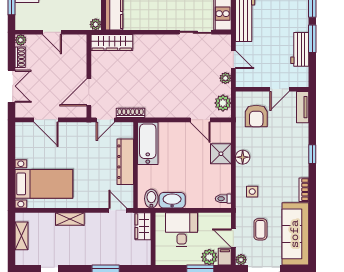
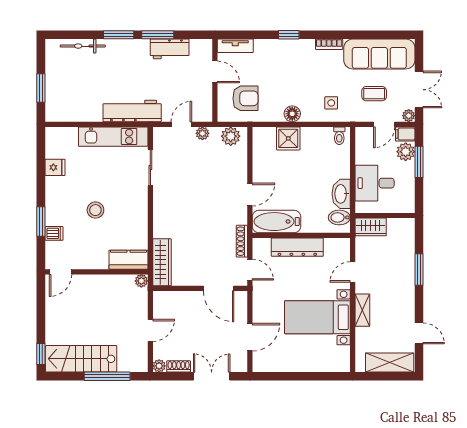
door: (200, 120) -> (250, 194), moved
bed with nightstands: (44, 184) -> (317, 317), moved, turned -90
door: (118, 210) -> (353, 272), moved
shelving: (21, 236) -> (390, 363), width x1.50, depth x1.33

